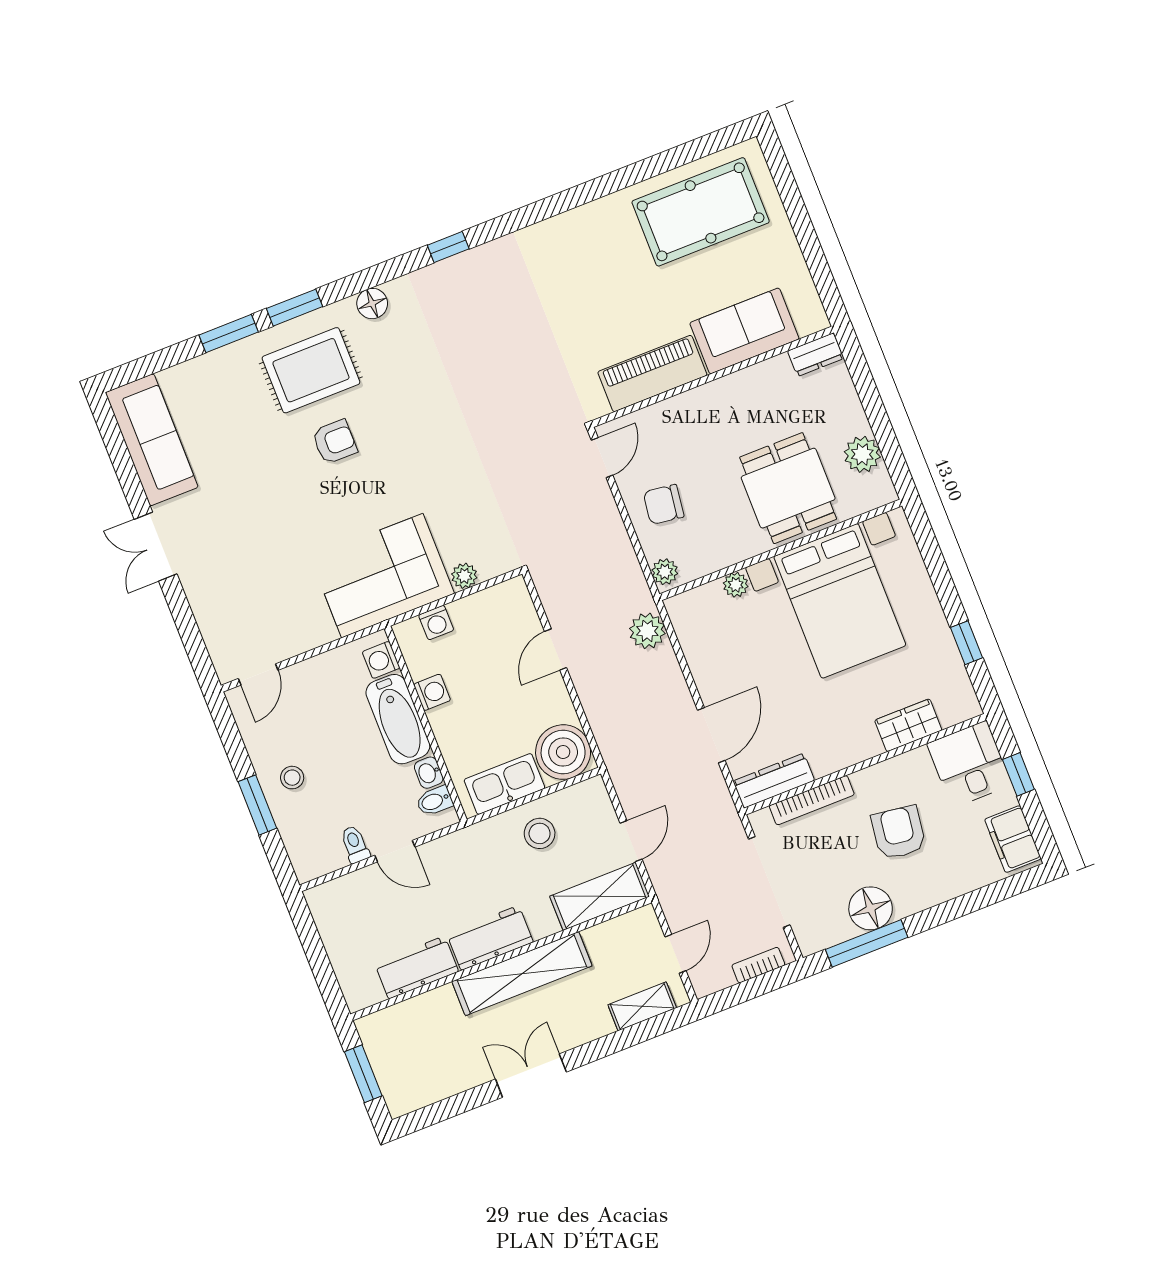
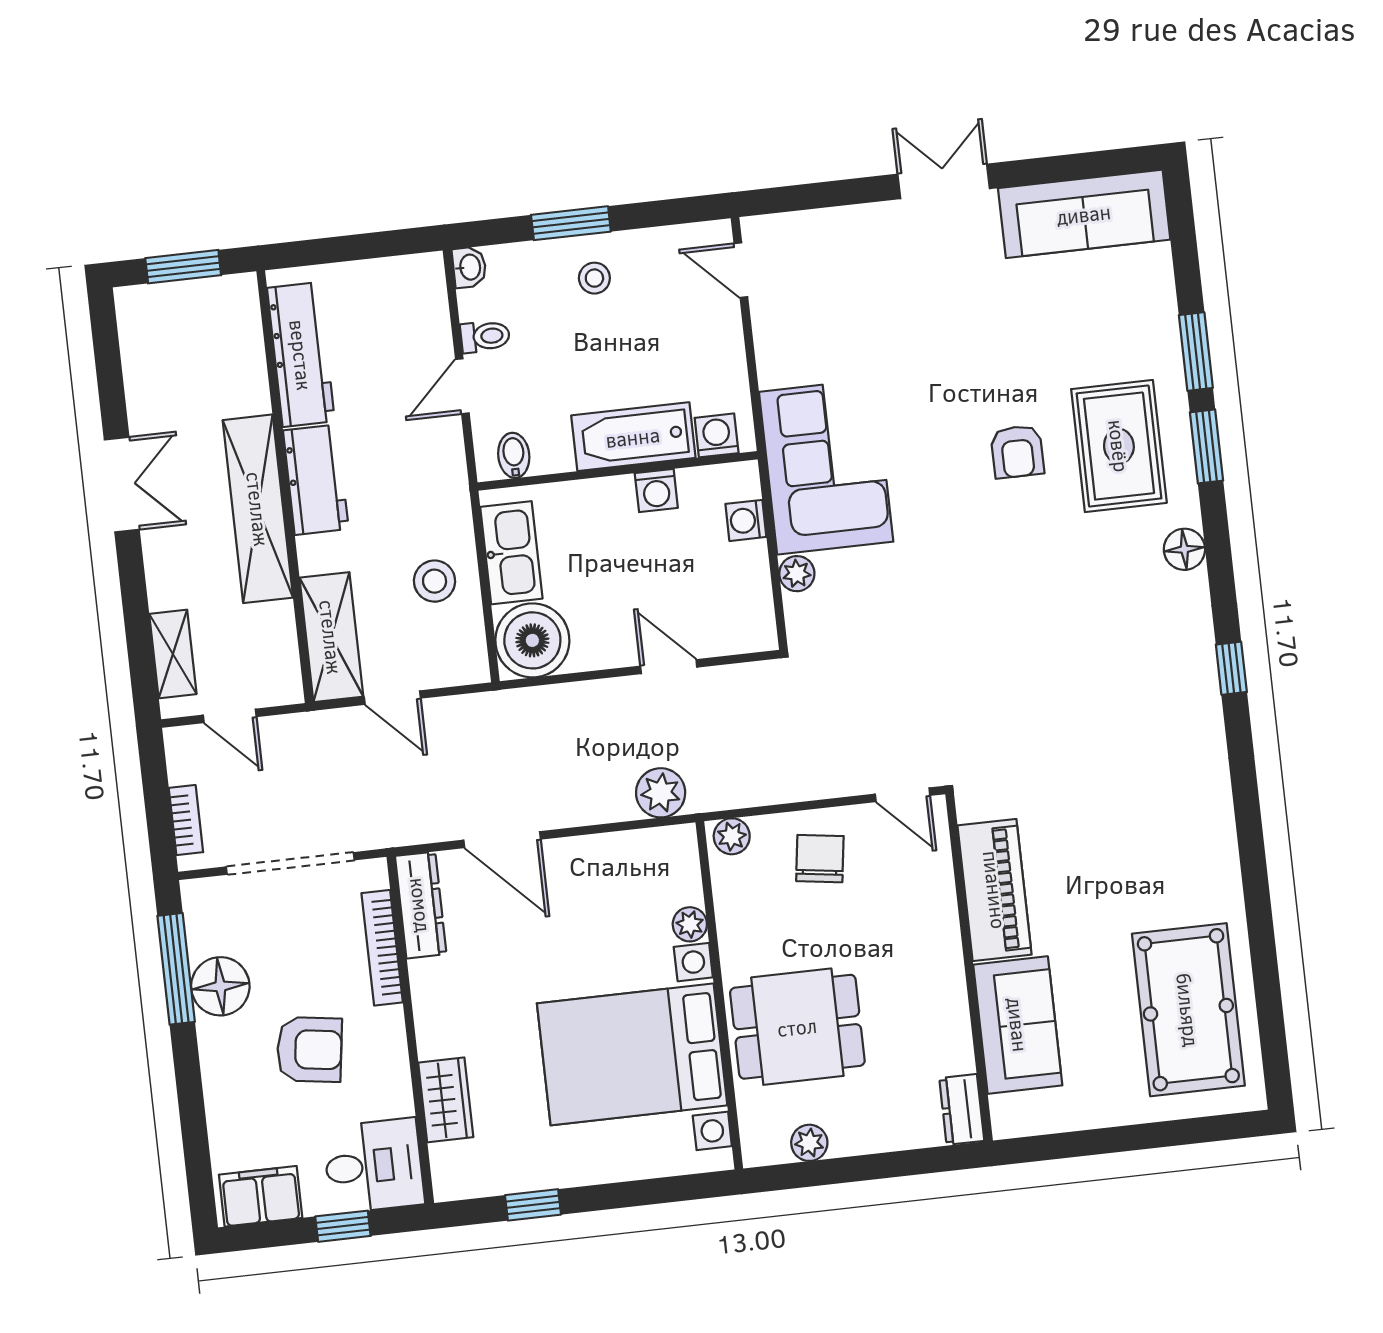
plant: (862, 454) -> (809, 1143), width x0.73, depth x0.73
washbasin: (429, 773) -> (469, 267), moved, turned 90
workbench: (417, 967) -> (301, 355), width x1.38

